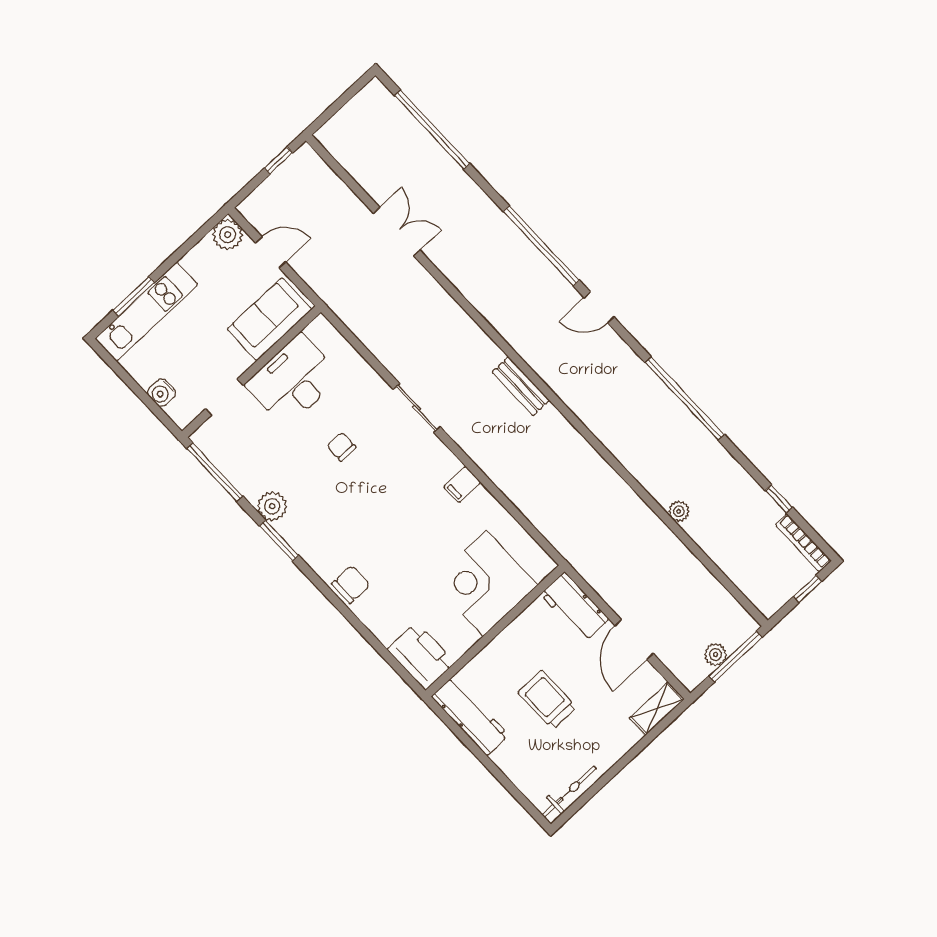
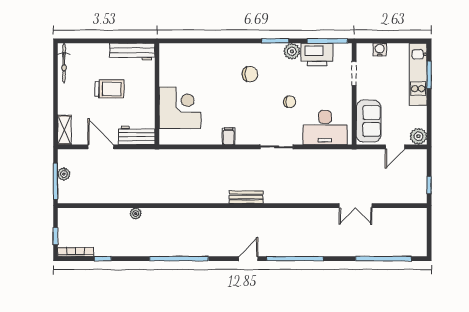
desk: (293, 380) -> (325, 128), moved, turned 90
chair: (351, 584) -> (250, 74), moved, turned -90
printer: (421, 656) -> (317, 55), moved

